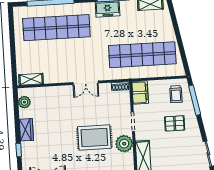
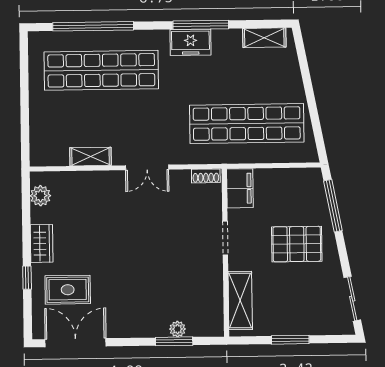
shelving: (31, 79) -> (90, 157), moved
trolley: (176, 94) -> (301, 194), removed
pallet: (175, 123) -> (297, 244), width x1.50, depth x1.42
rug: (94, 137) -> (68, 290), moved, width x0.73, depth x0.70
plant: (124, 144) -> (209, 275), removed

